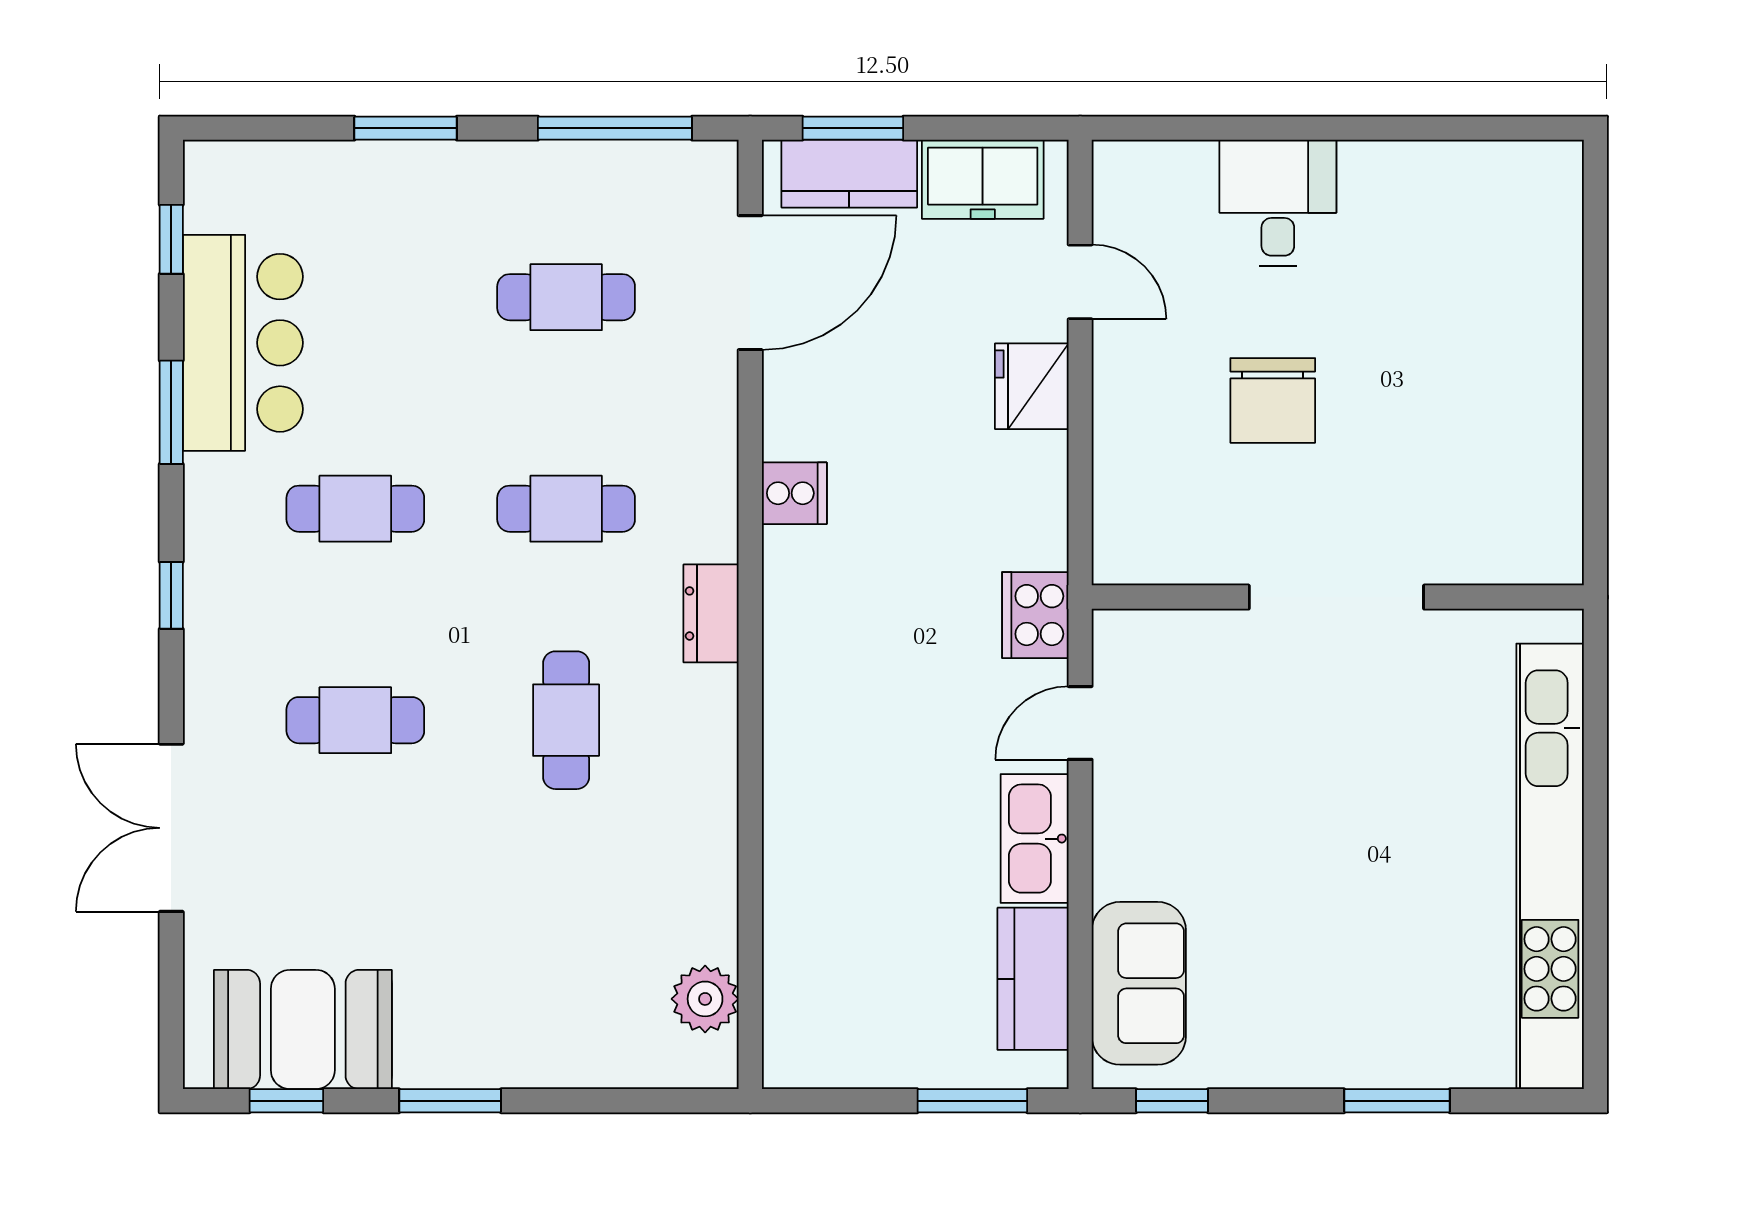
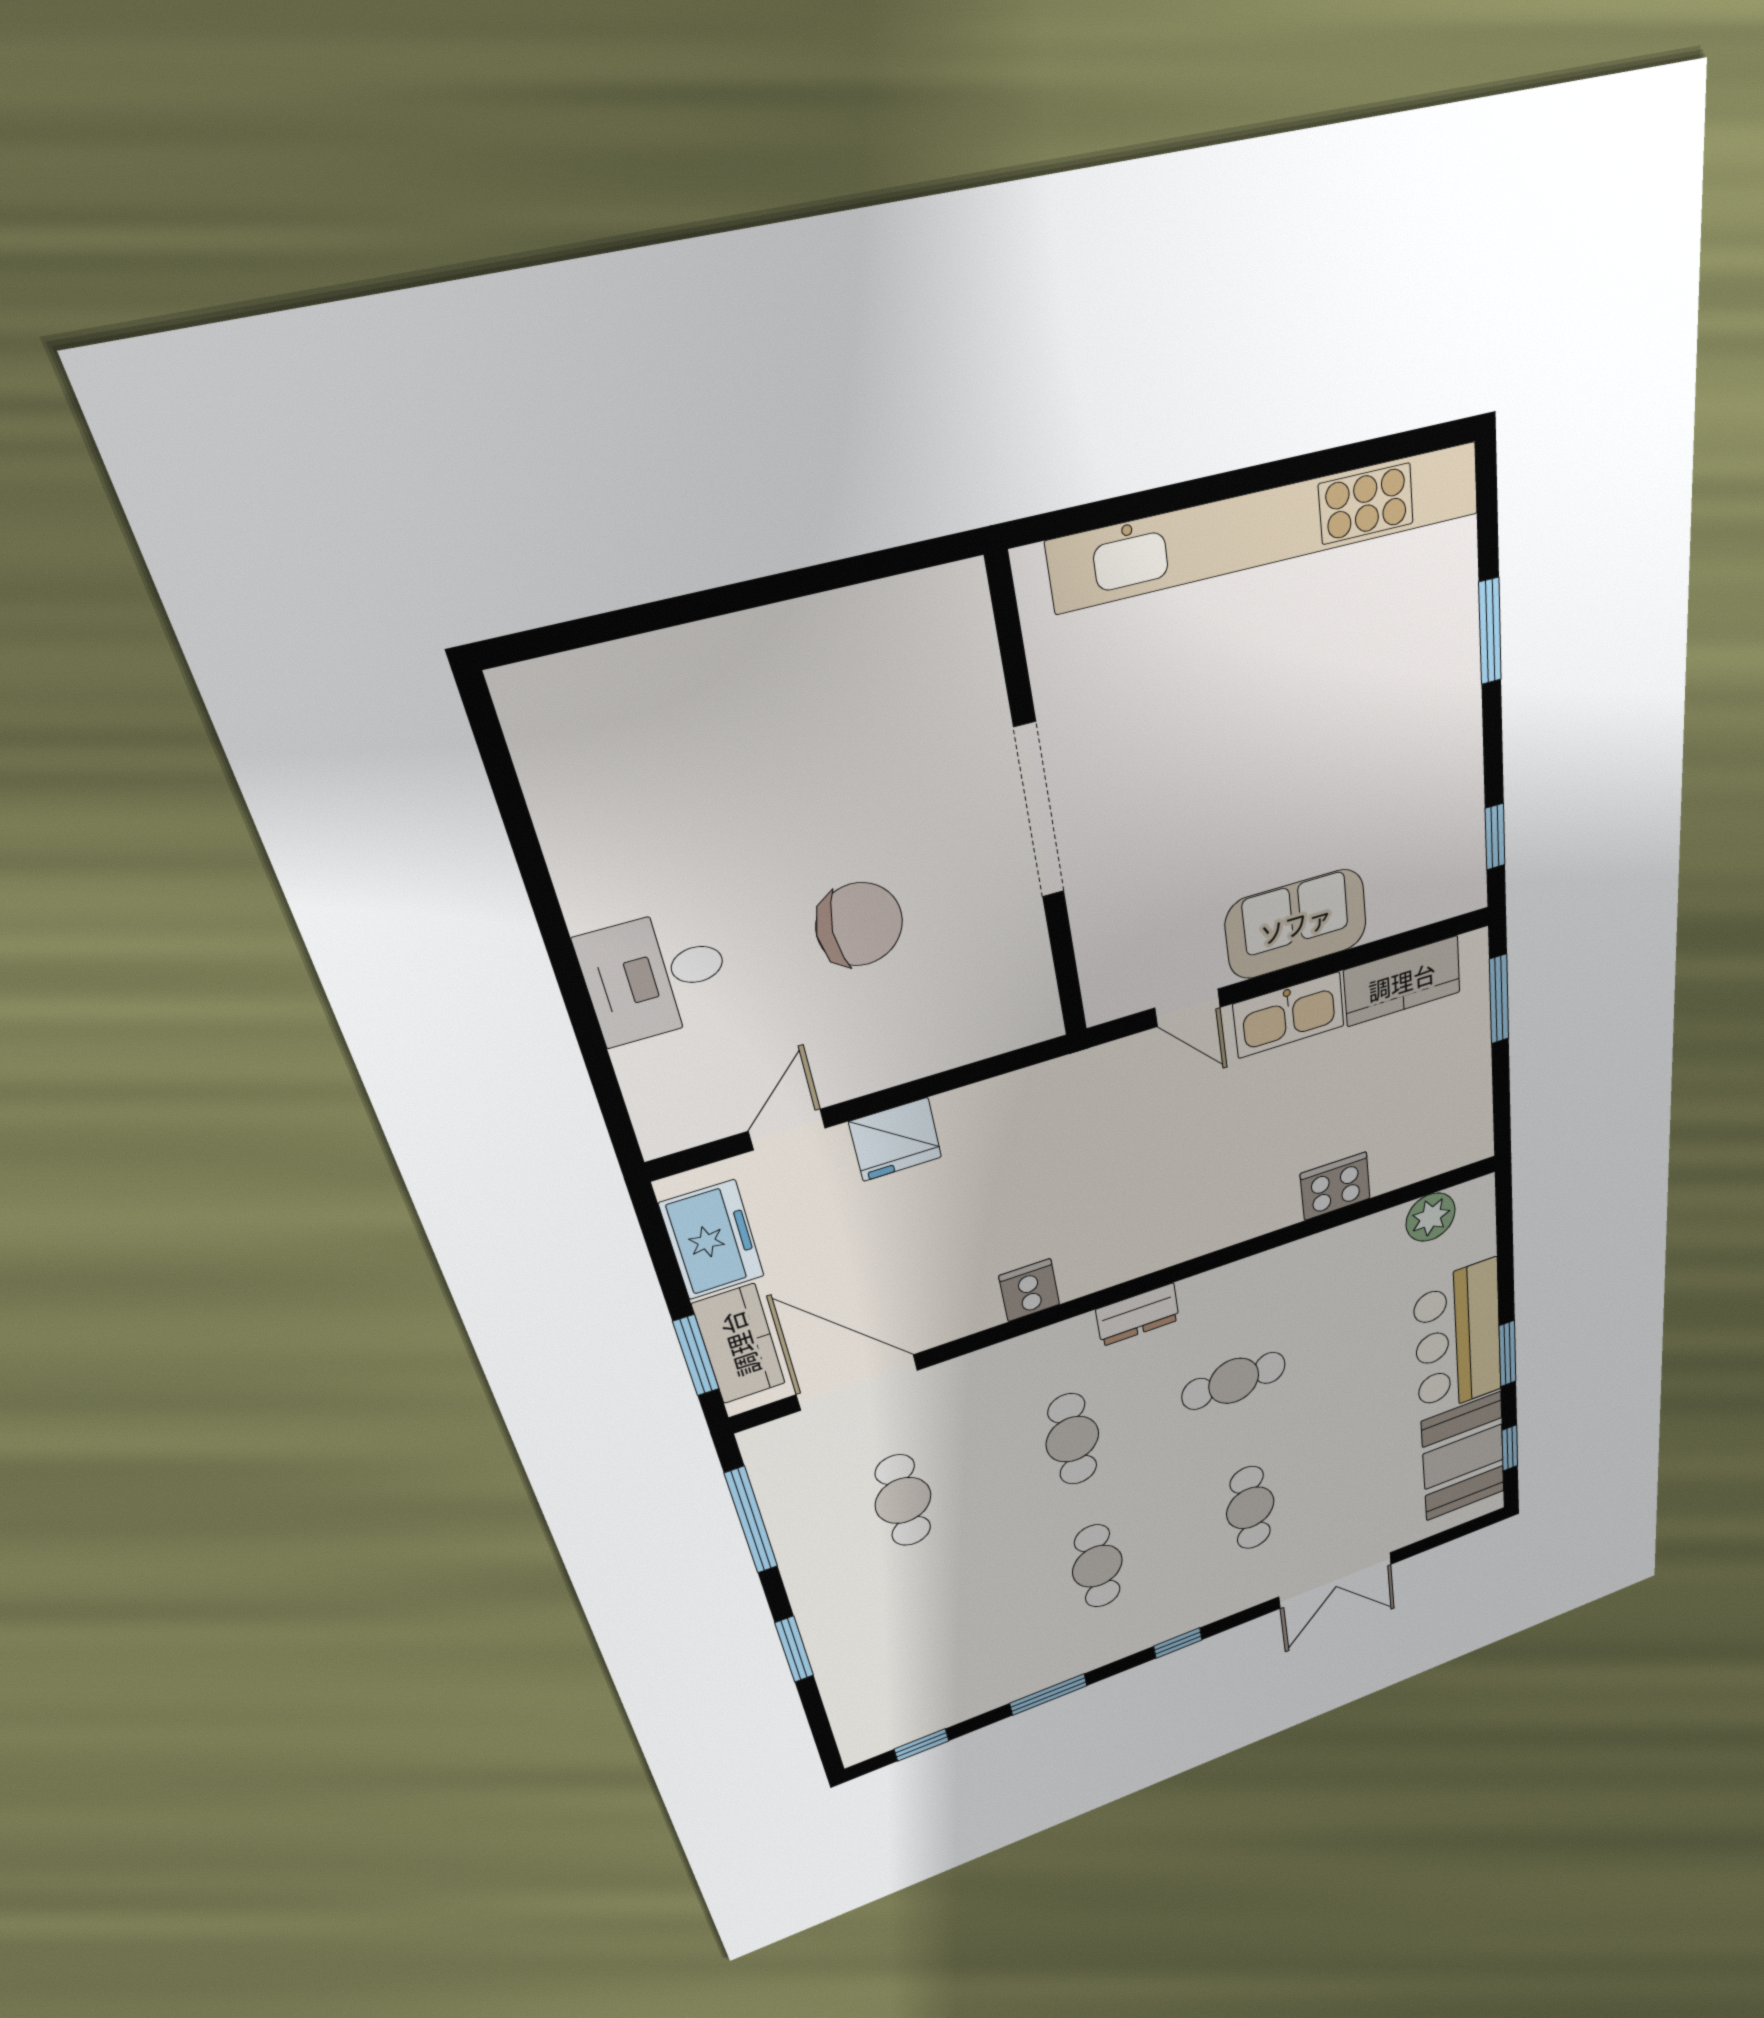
bar counter: (243, 343) -> (1458, 1339), moved, turned -90
cooker: (1035, 615) -> (1335, 1186), moved, turned 180
sofa: (1139, 983) -> (1296, 924), moved

